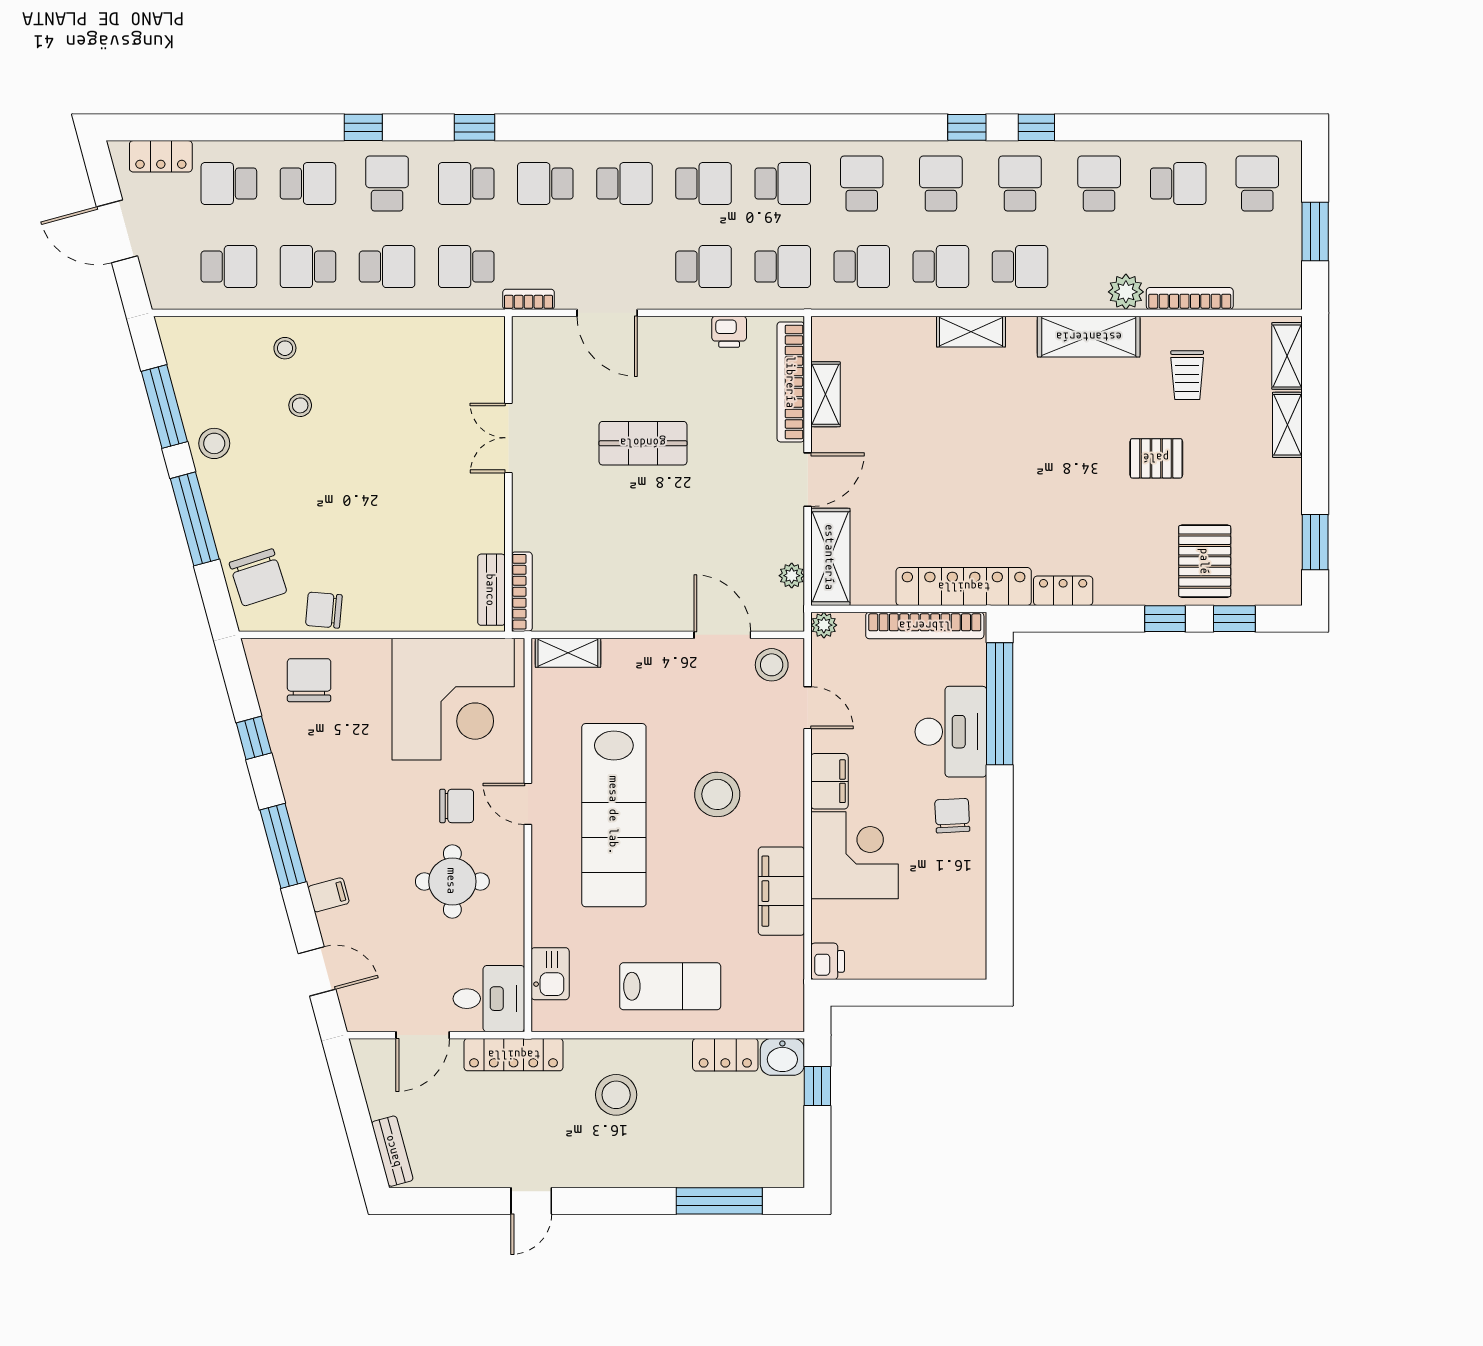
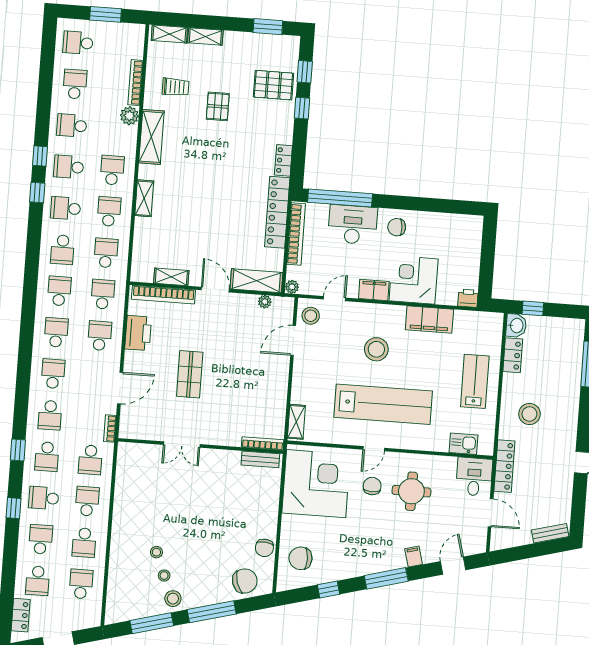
school desk: (862, 183) -> (62, 250), turned -90
printer: (729, 332) -> (138, 333), width x1.87, depth x1.48
stool: (285, 348) -> (164, 576), moved

